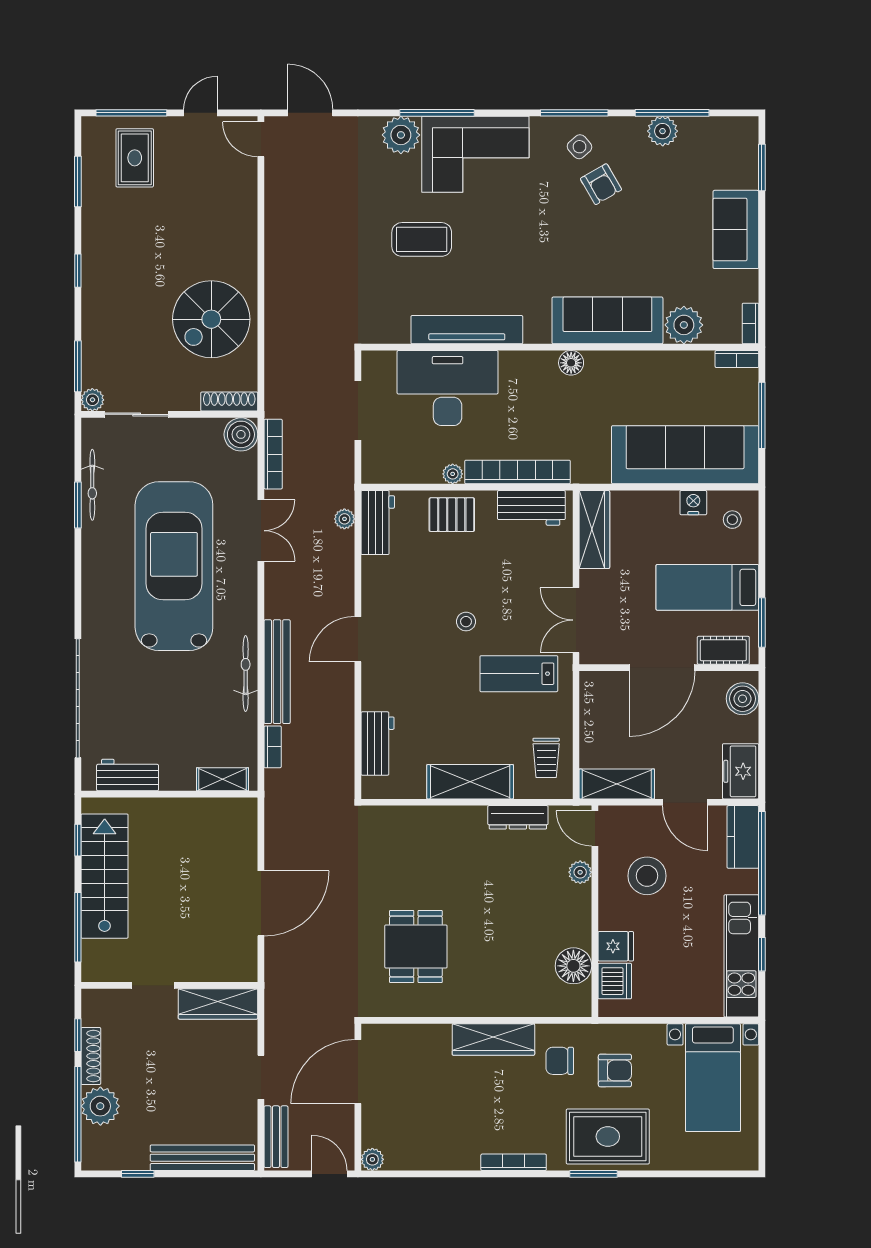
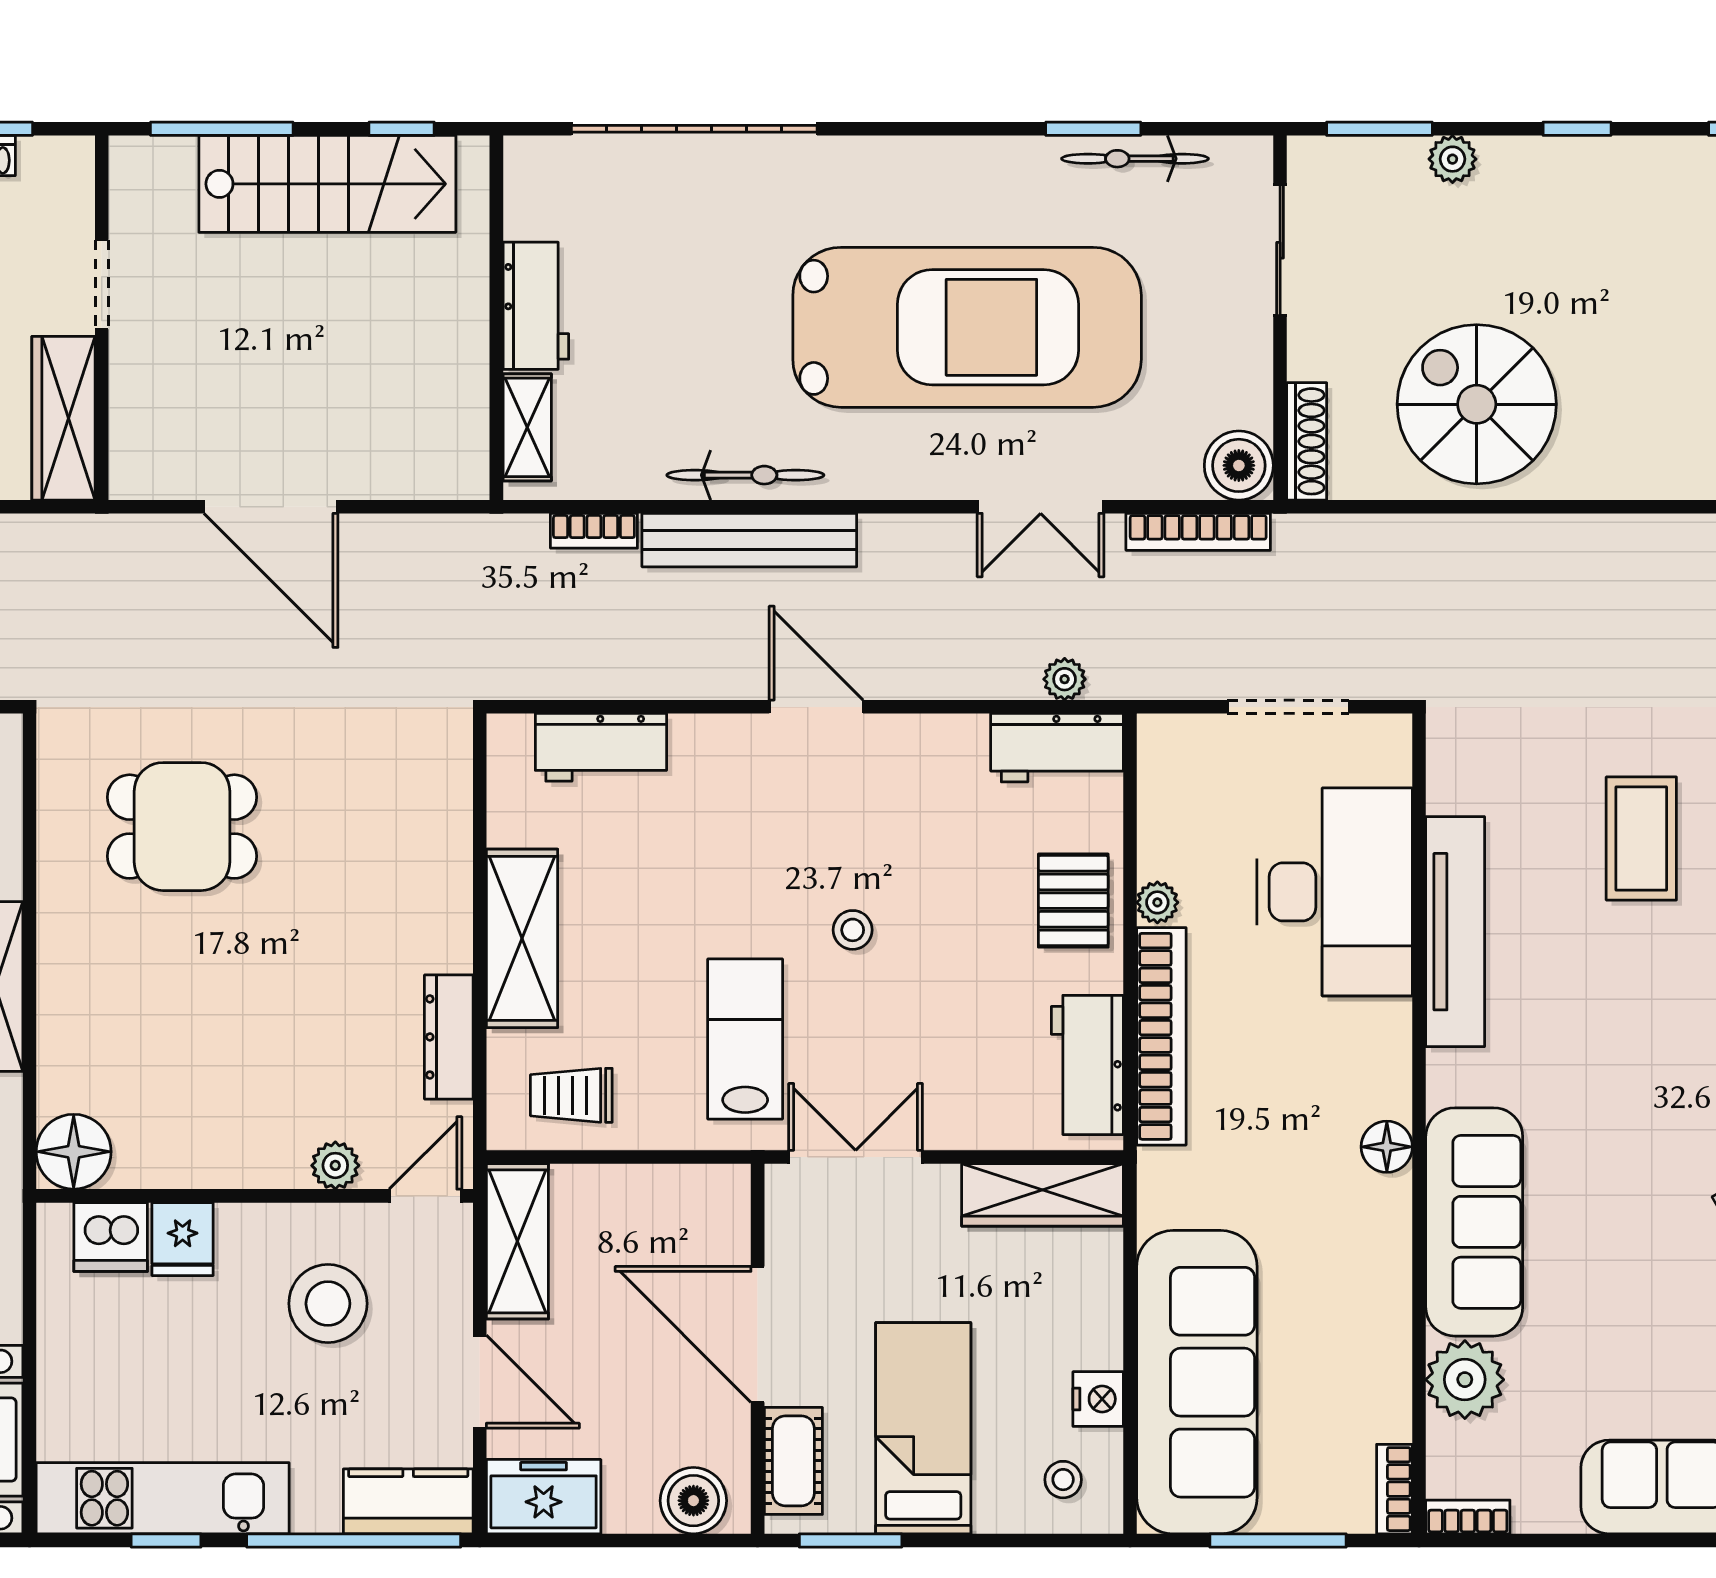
plant: (92, 400) -> (1452, 159), moved
workbench: (128, 775) -> (536, 306), moved
door: (685, 802) -> (480, 1382), swing flipped
floor lamp: (573, 966) -> (74, 1152), moved

